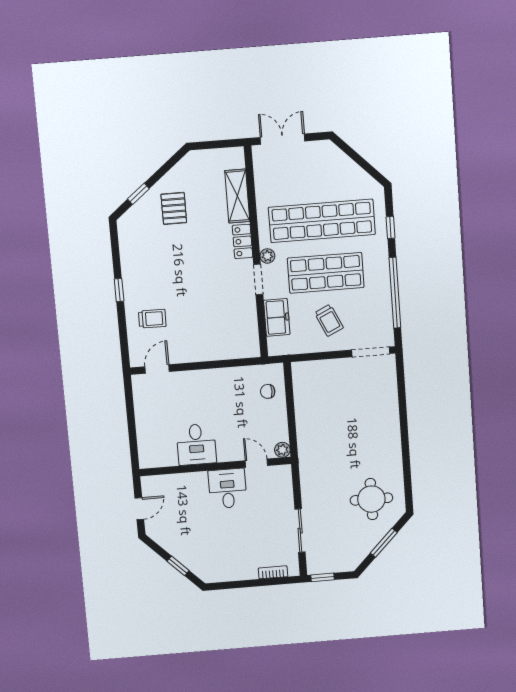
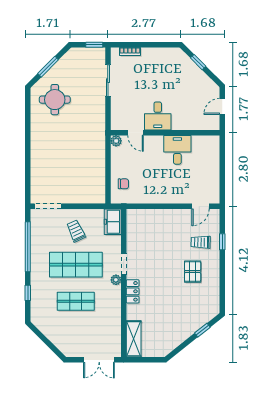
shelving: (237, 196) -> (134, 339), moved
pallet: (174, 208) -> (193, 272), moved
shop shelf: (322, 221) -> (76, 301), width x0.50, depth x0.74
window: (119, 290) -> (222, 242), moved
freezer: (277, 317) -> (113, 222), moved

